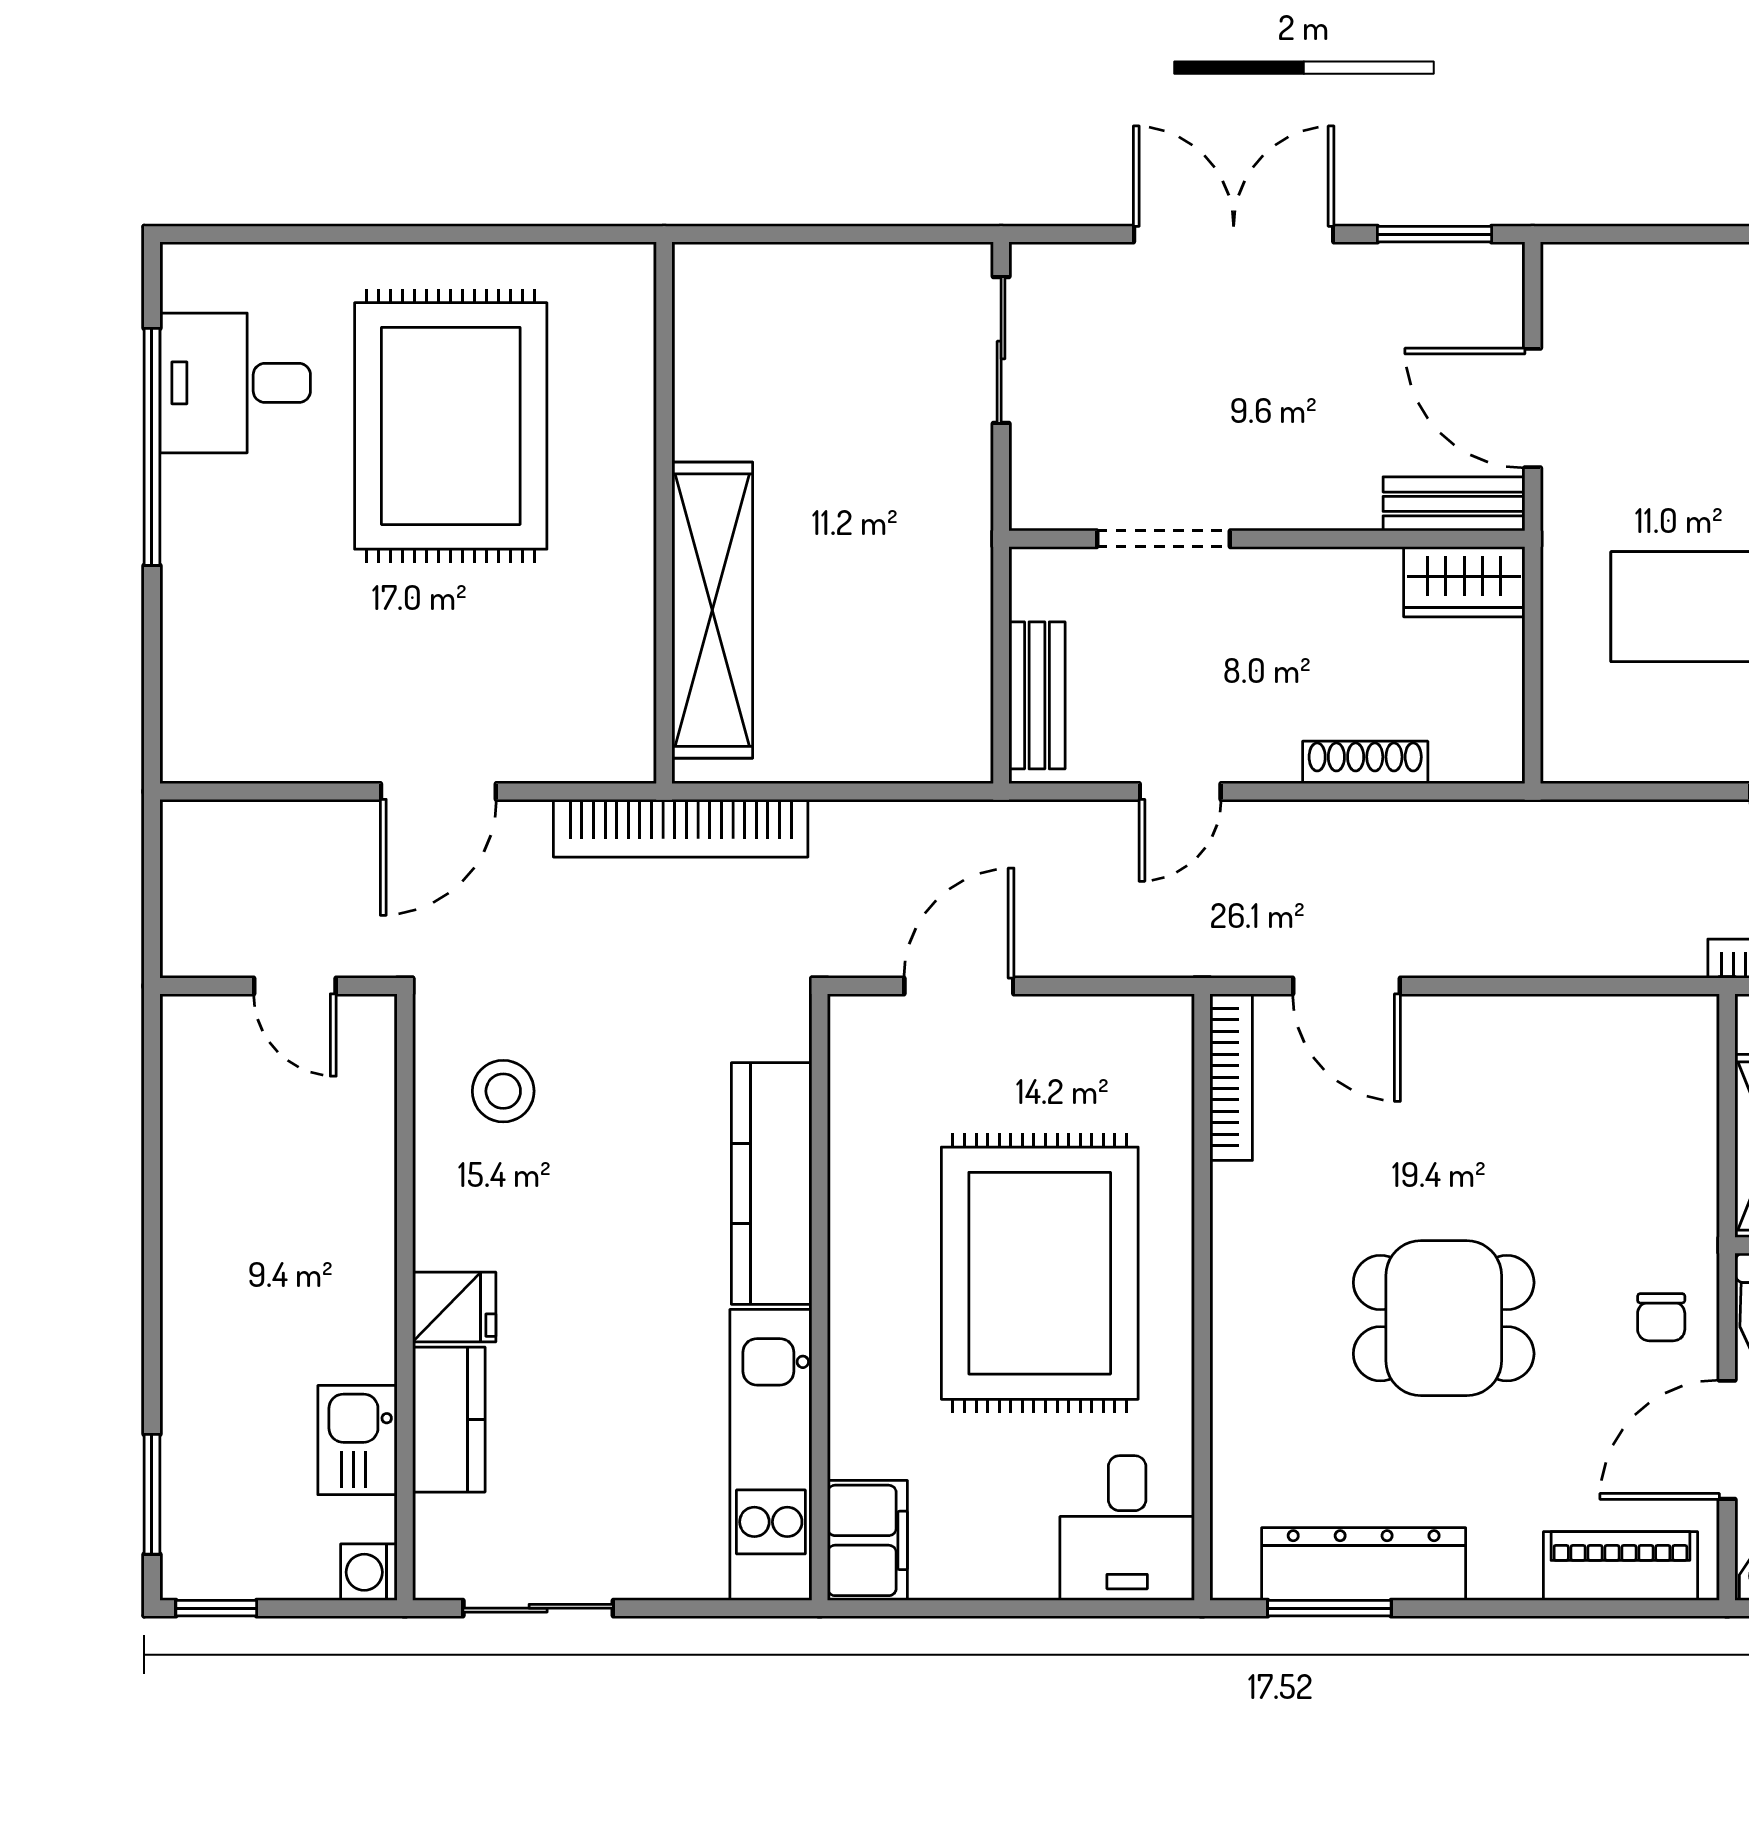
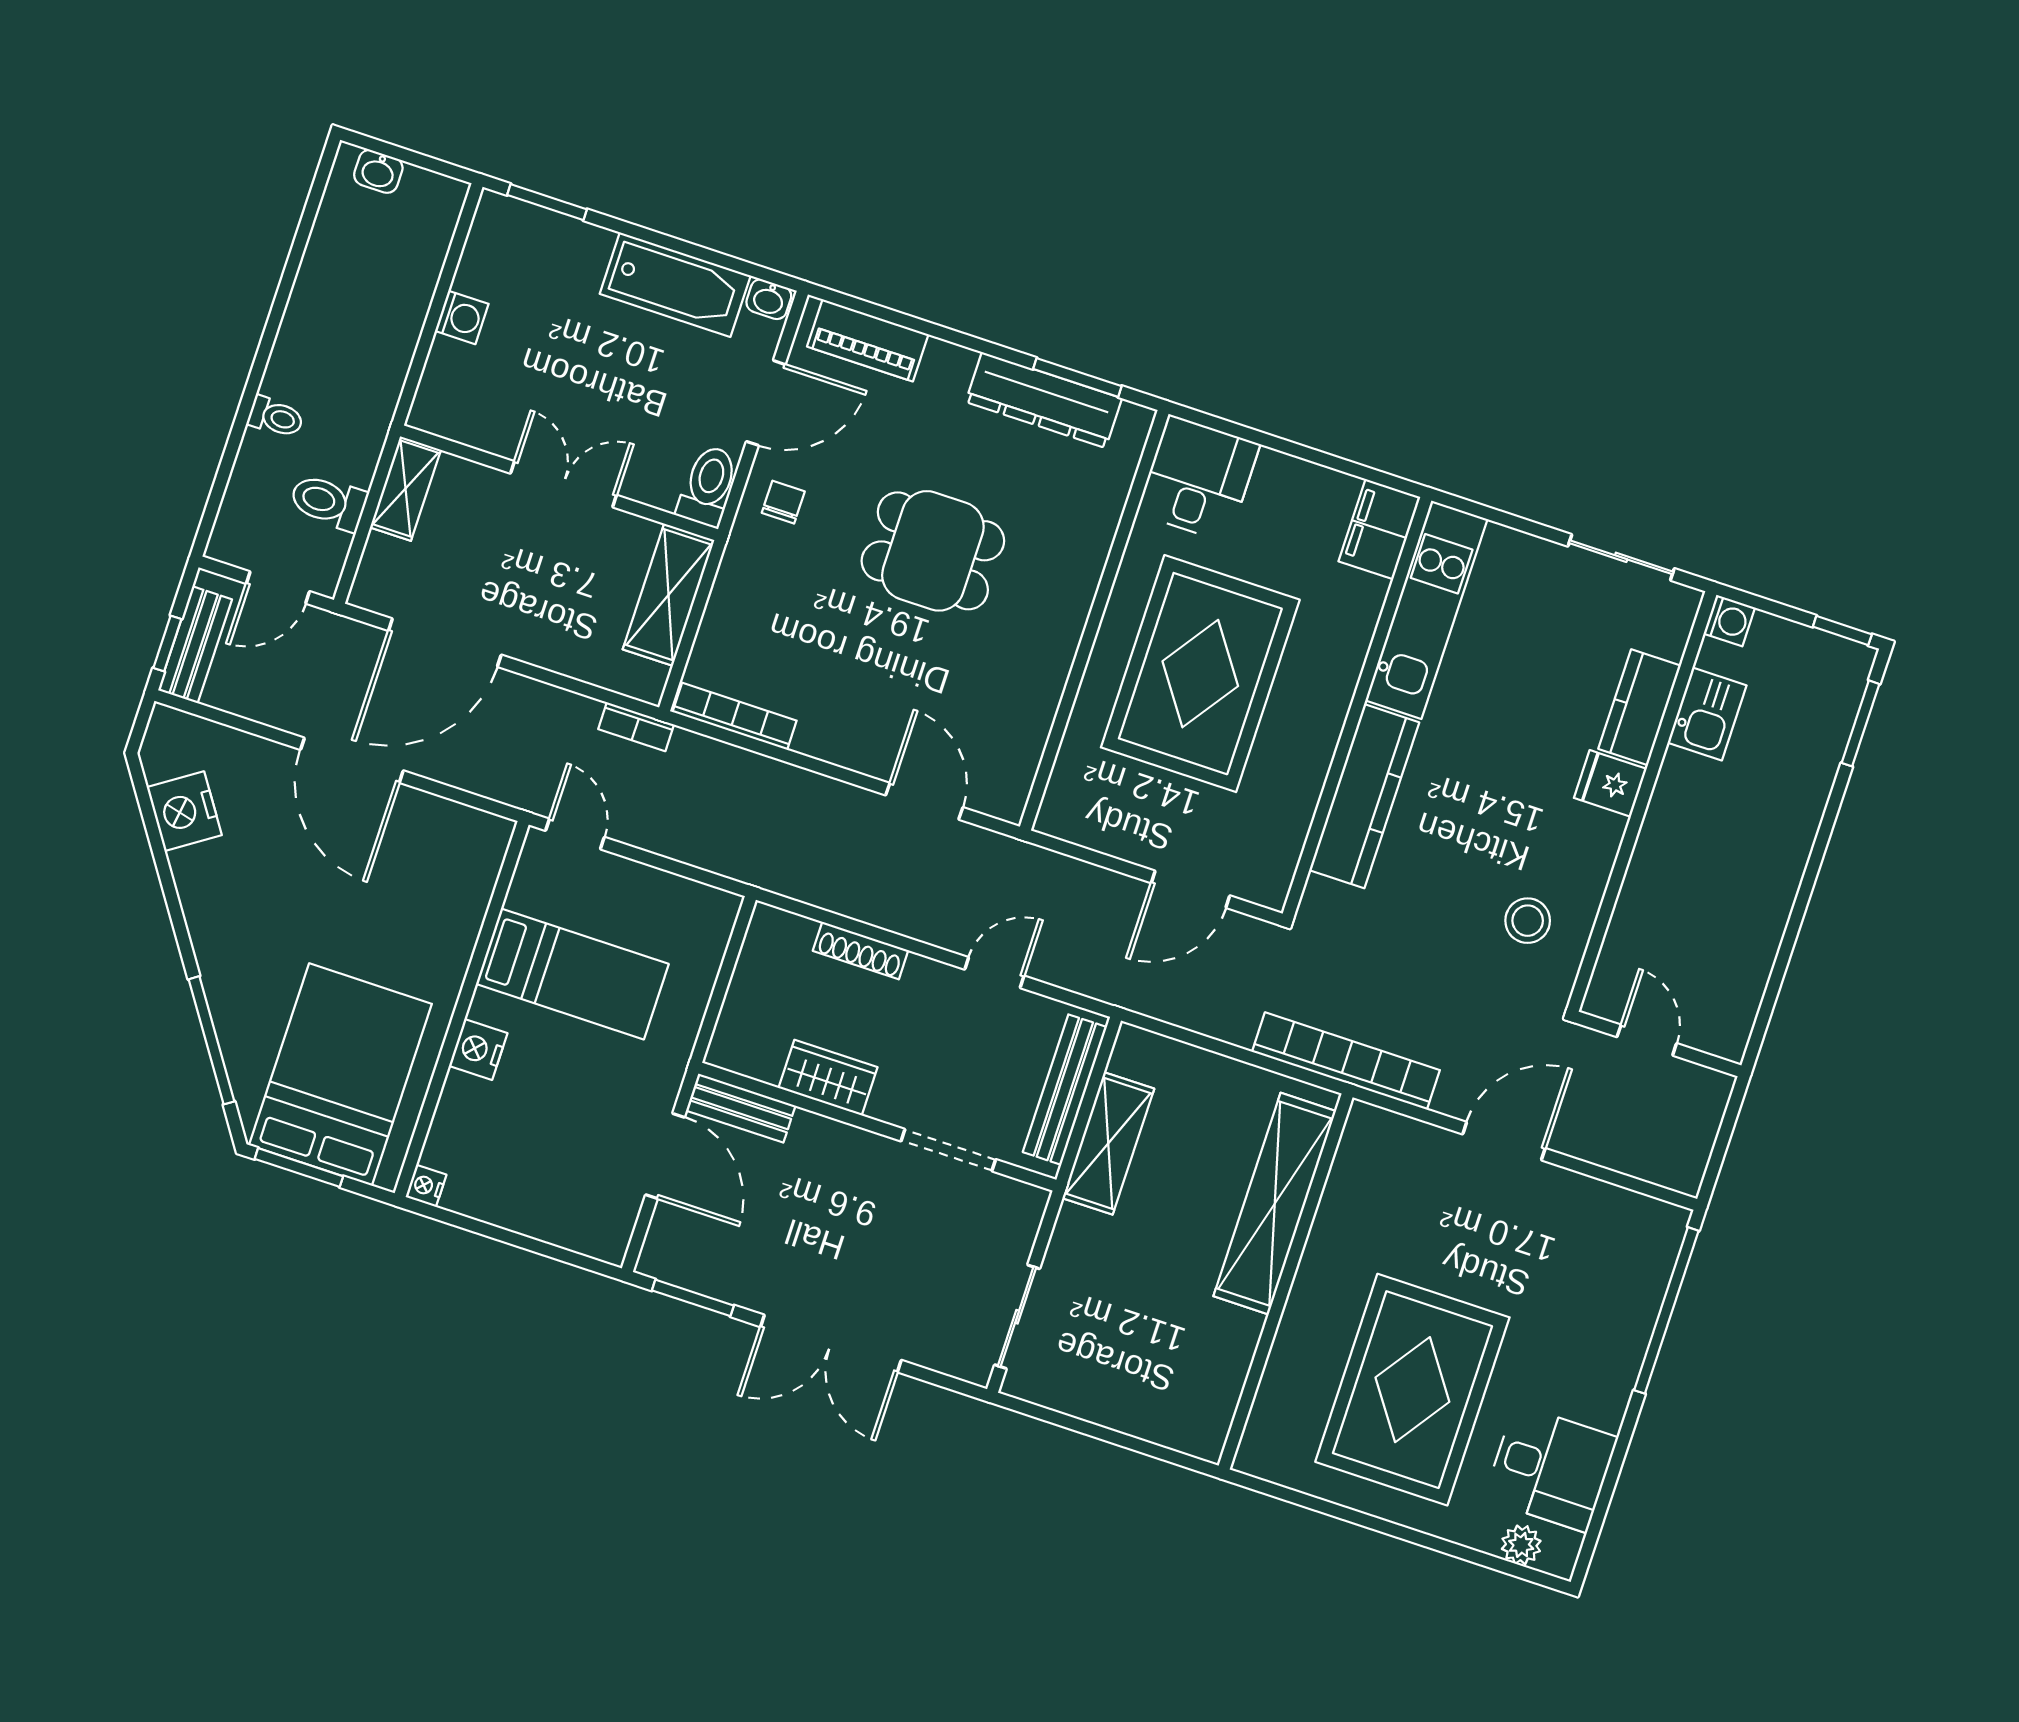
plant: (241, 269) -> (1521, 1545), added
window: (152, 447) -> (1666, 1310), moved
wardrobe: (1464, 582) -> (828, 1078), moved
shelving: (957, 617) -> (1108, 1143), added
bench: (1037, 695) -> (1065, 1090), width x1.36
bookcase: (1231, 1077) -> (735, 716), moved, turned 90

